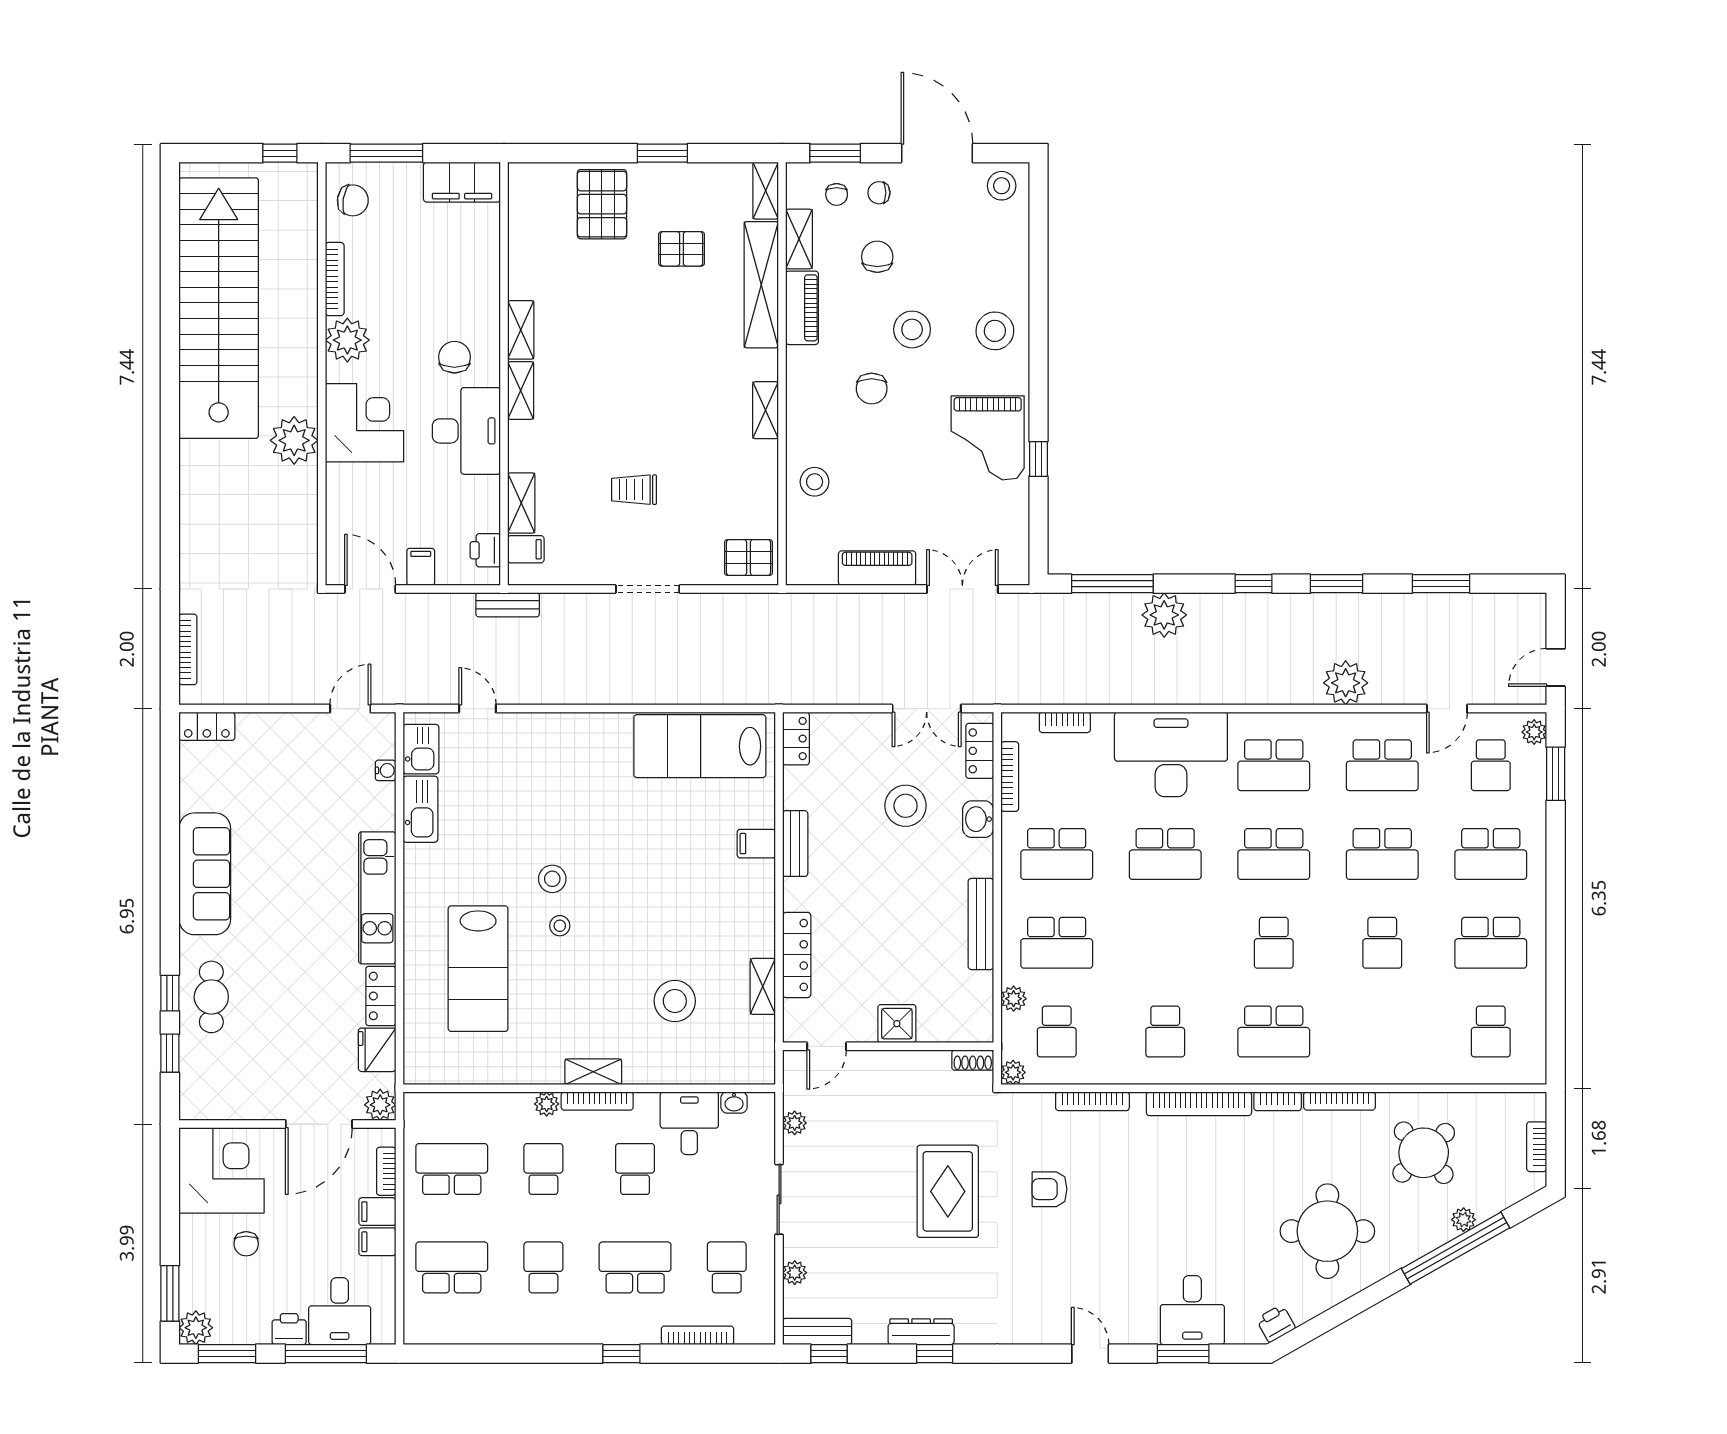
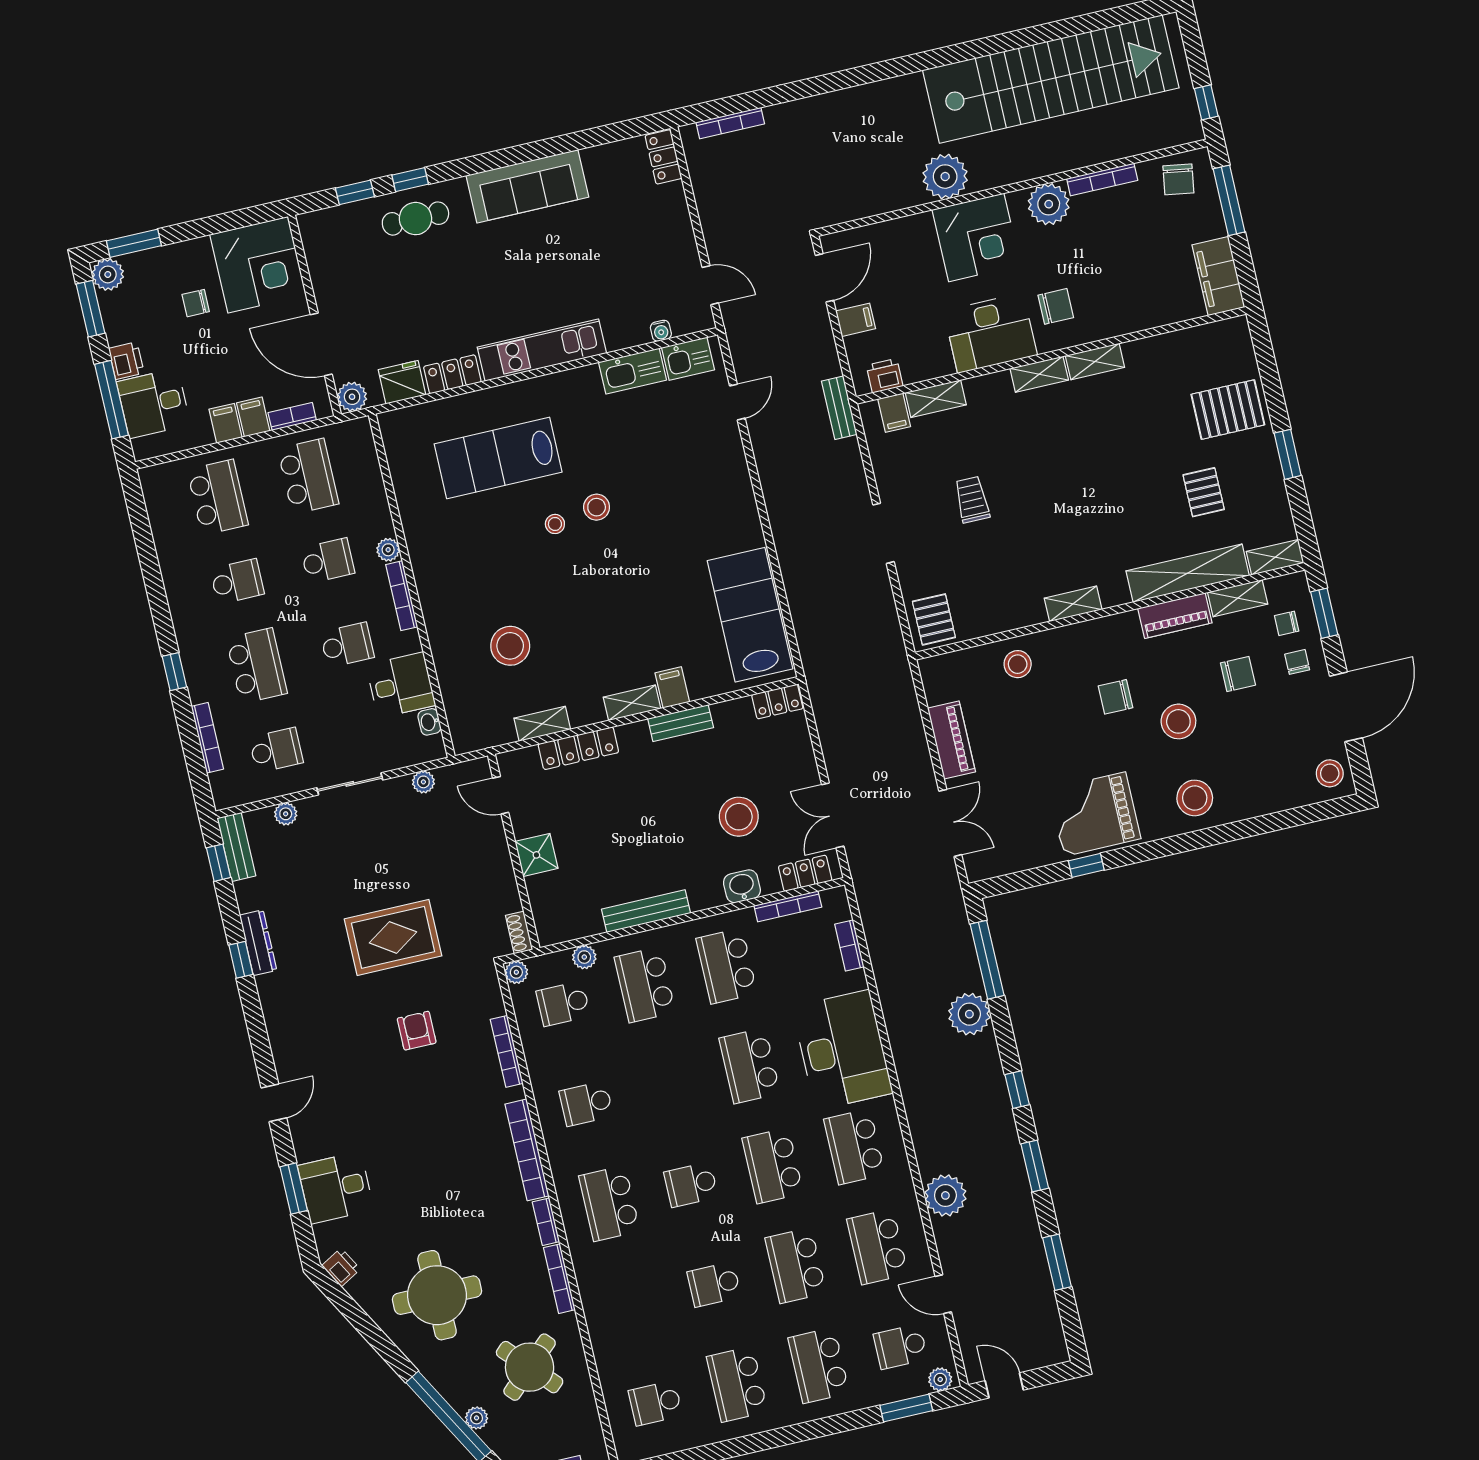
shelving: (593, 1072) -> (632, 703), moved, turned 90

